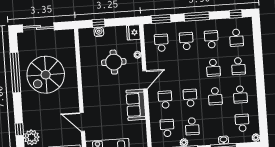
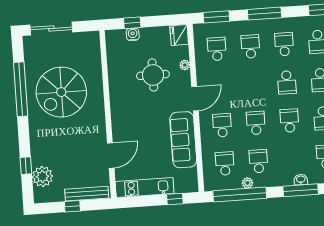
school desk: (215, 96) -> (289, 121), turned 180
sofa: (136, 105) -> (183, 140), width x1.36
door: (82, 122) -> (111, 155), swing flipped
school desk: (192, 126) -> (258, 161), turned 180

